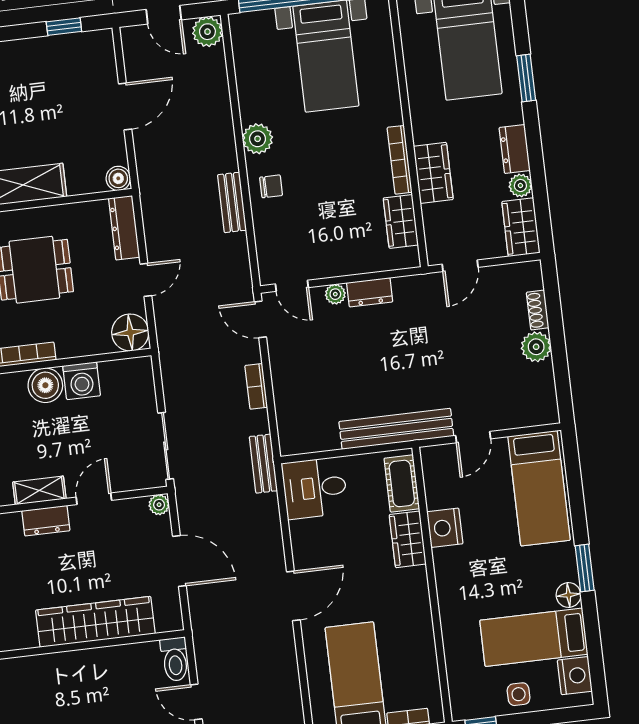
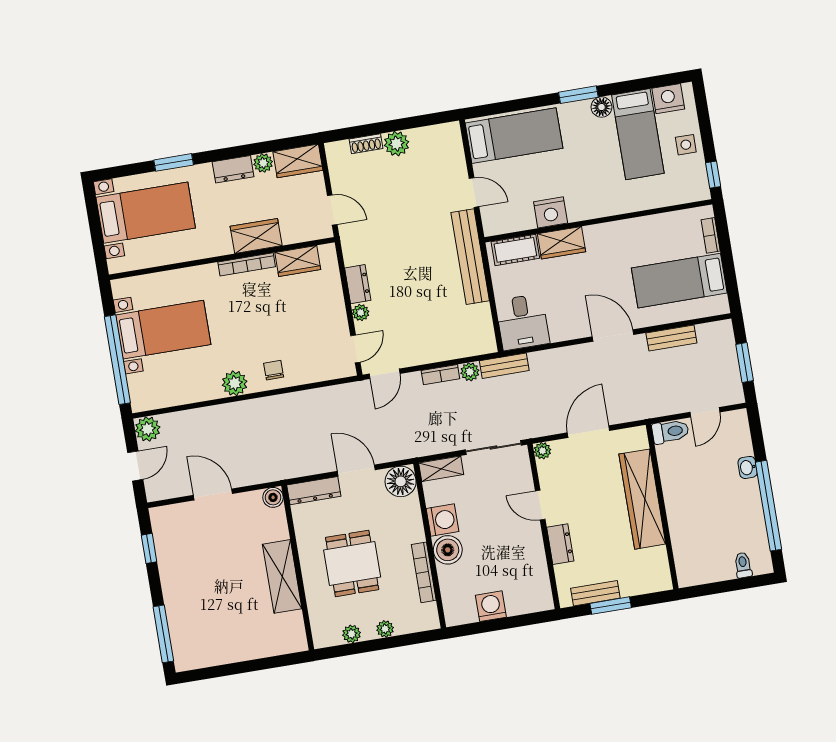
bench: (232, 202) -> (671, 338), moved
door: (146, 280) -> (356, 470), width x1.38
plant: (258, 422) -> (470, 372), added
shelving: (39, 490) -> (441, 469), moved, turned 90

